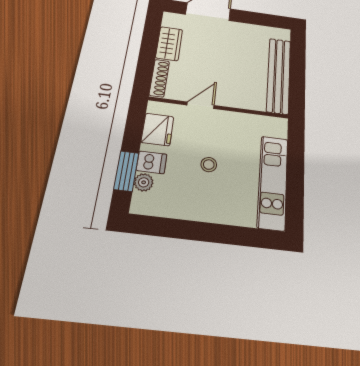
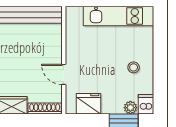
dishwasher: (152, 162) -> (146, 104), moved
stool: (209, 165) -> (134, 67), moved

